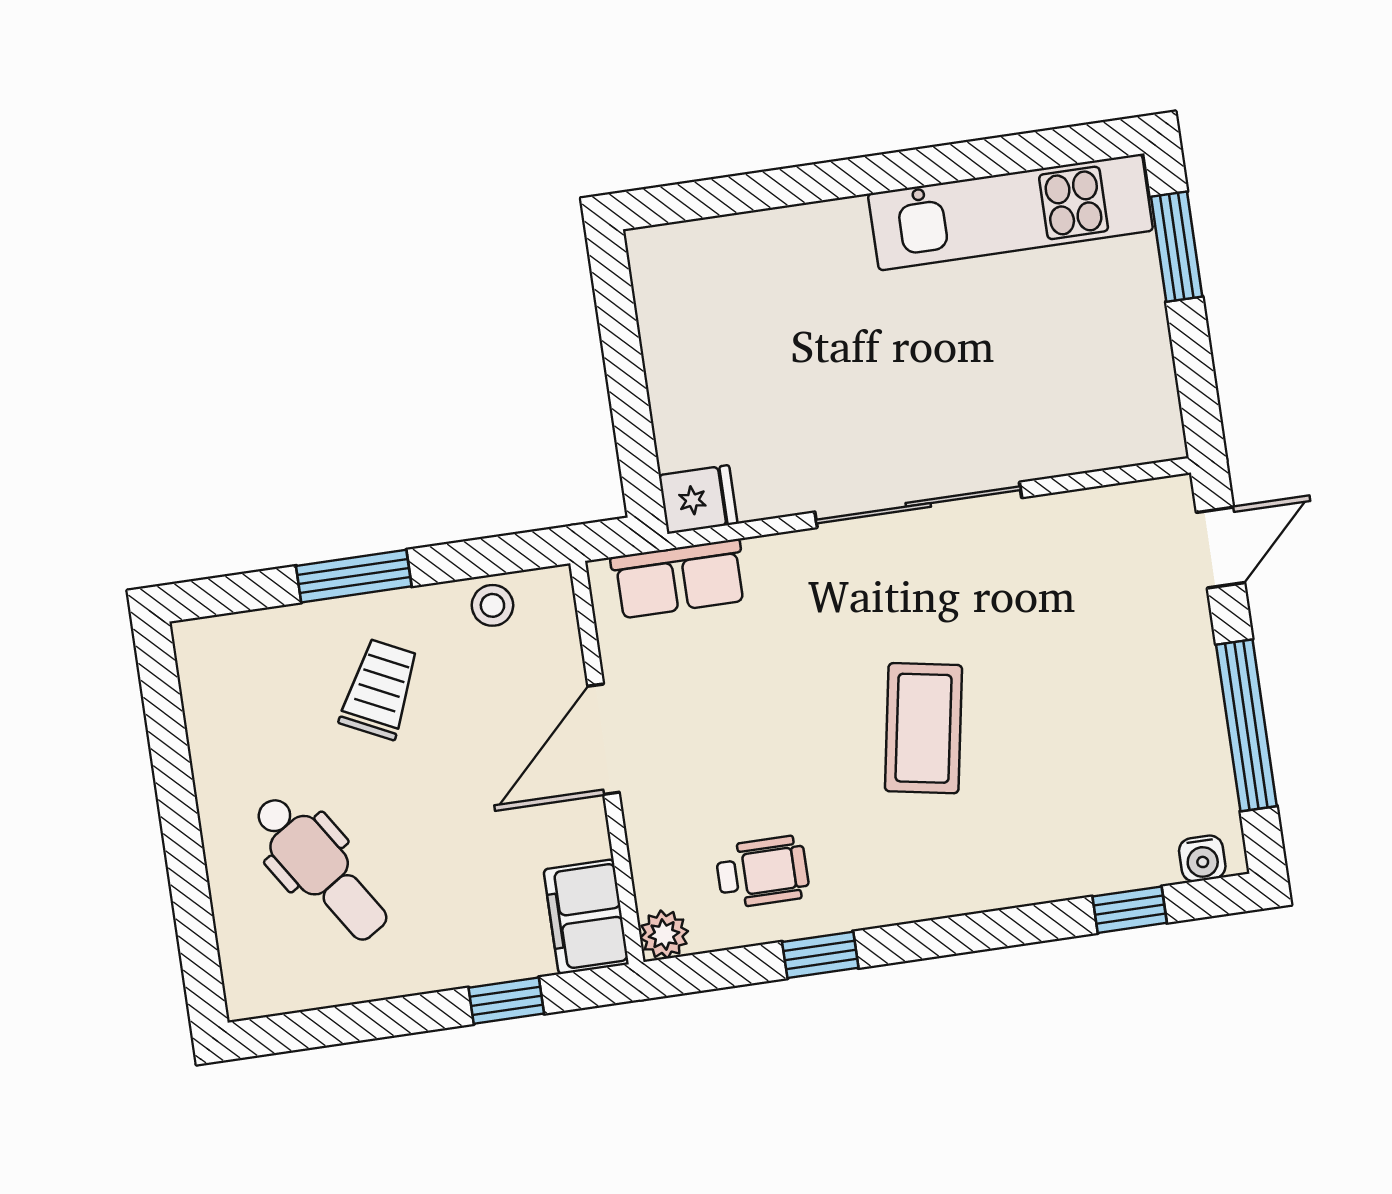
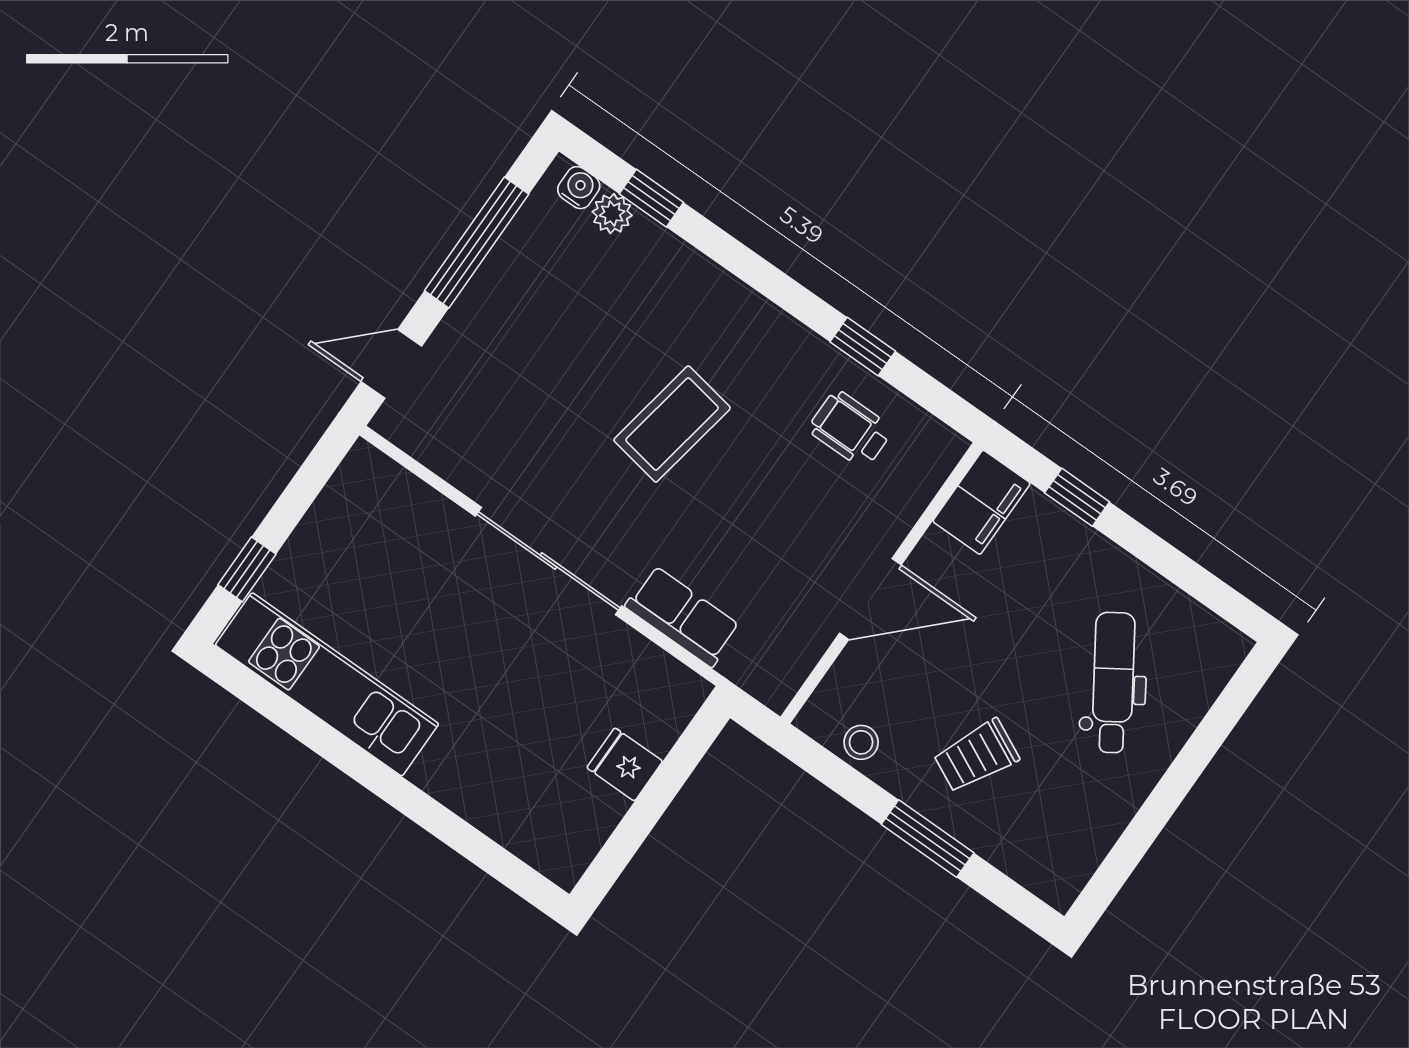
window: (1177, 247) -> (247, 569), width x0.67
fridge: (698, 499) -> (625, 764), moved
row of seats: (679, 579) -> (683, 616), moved
plant: (664, 935) -> (612, 214), moved

